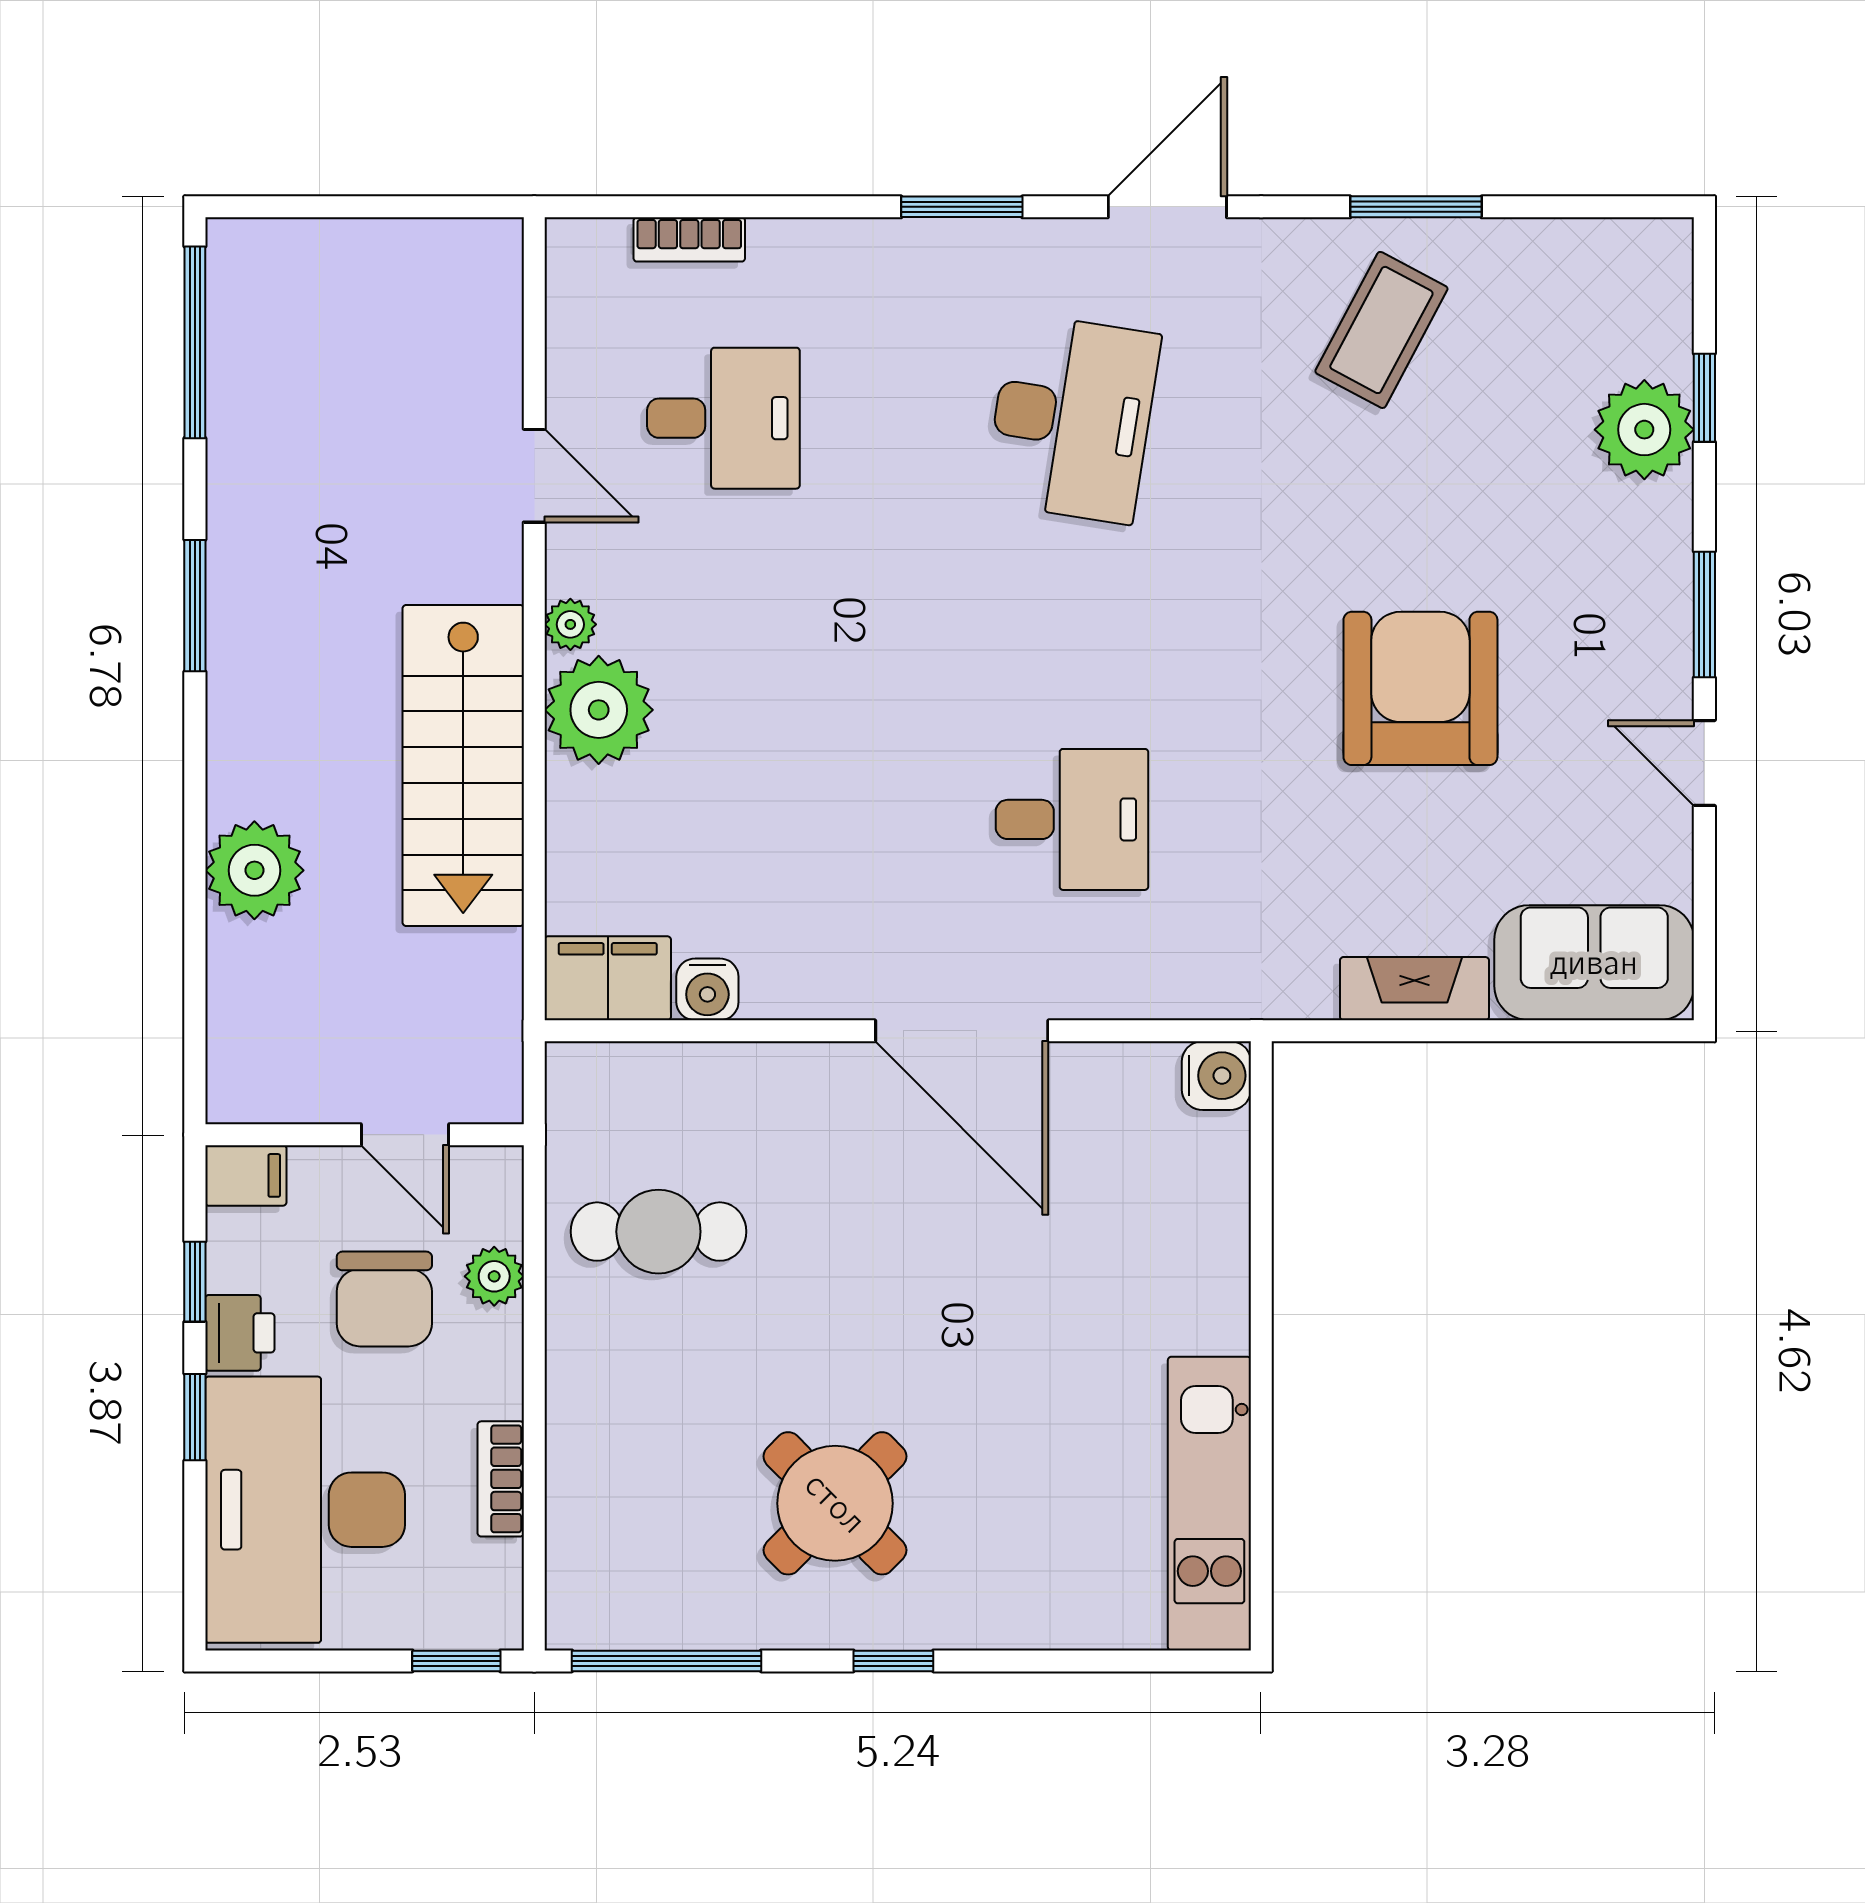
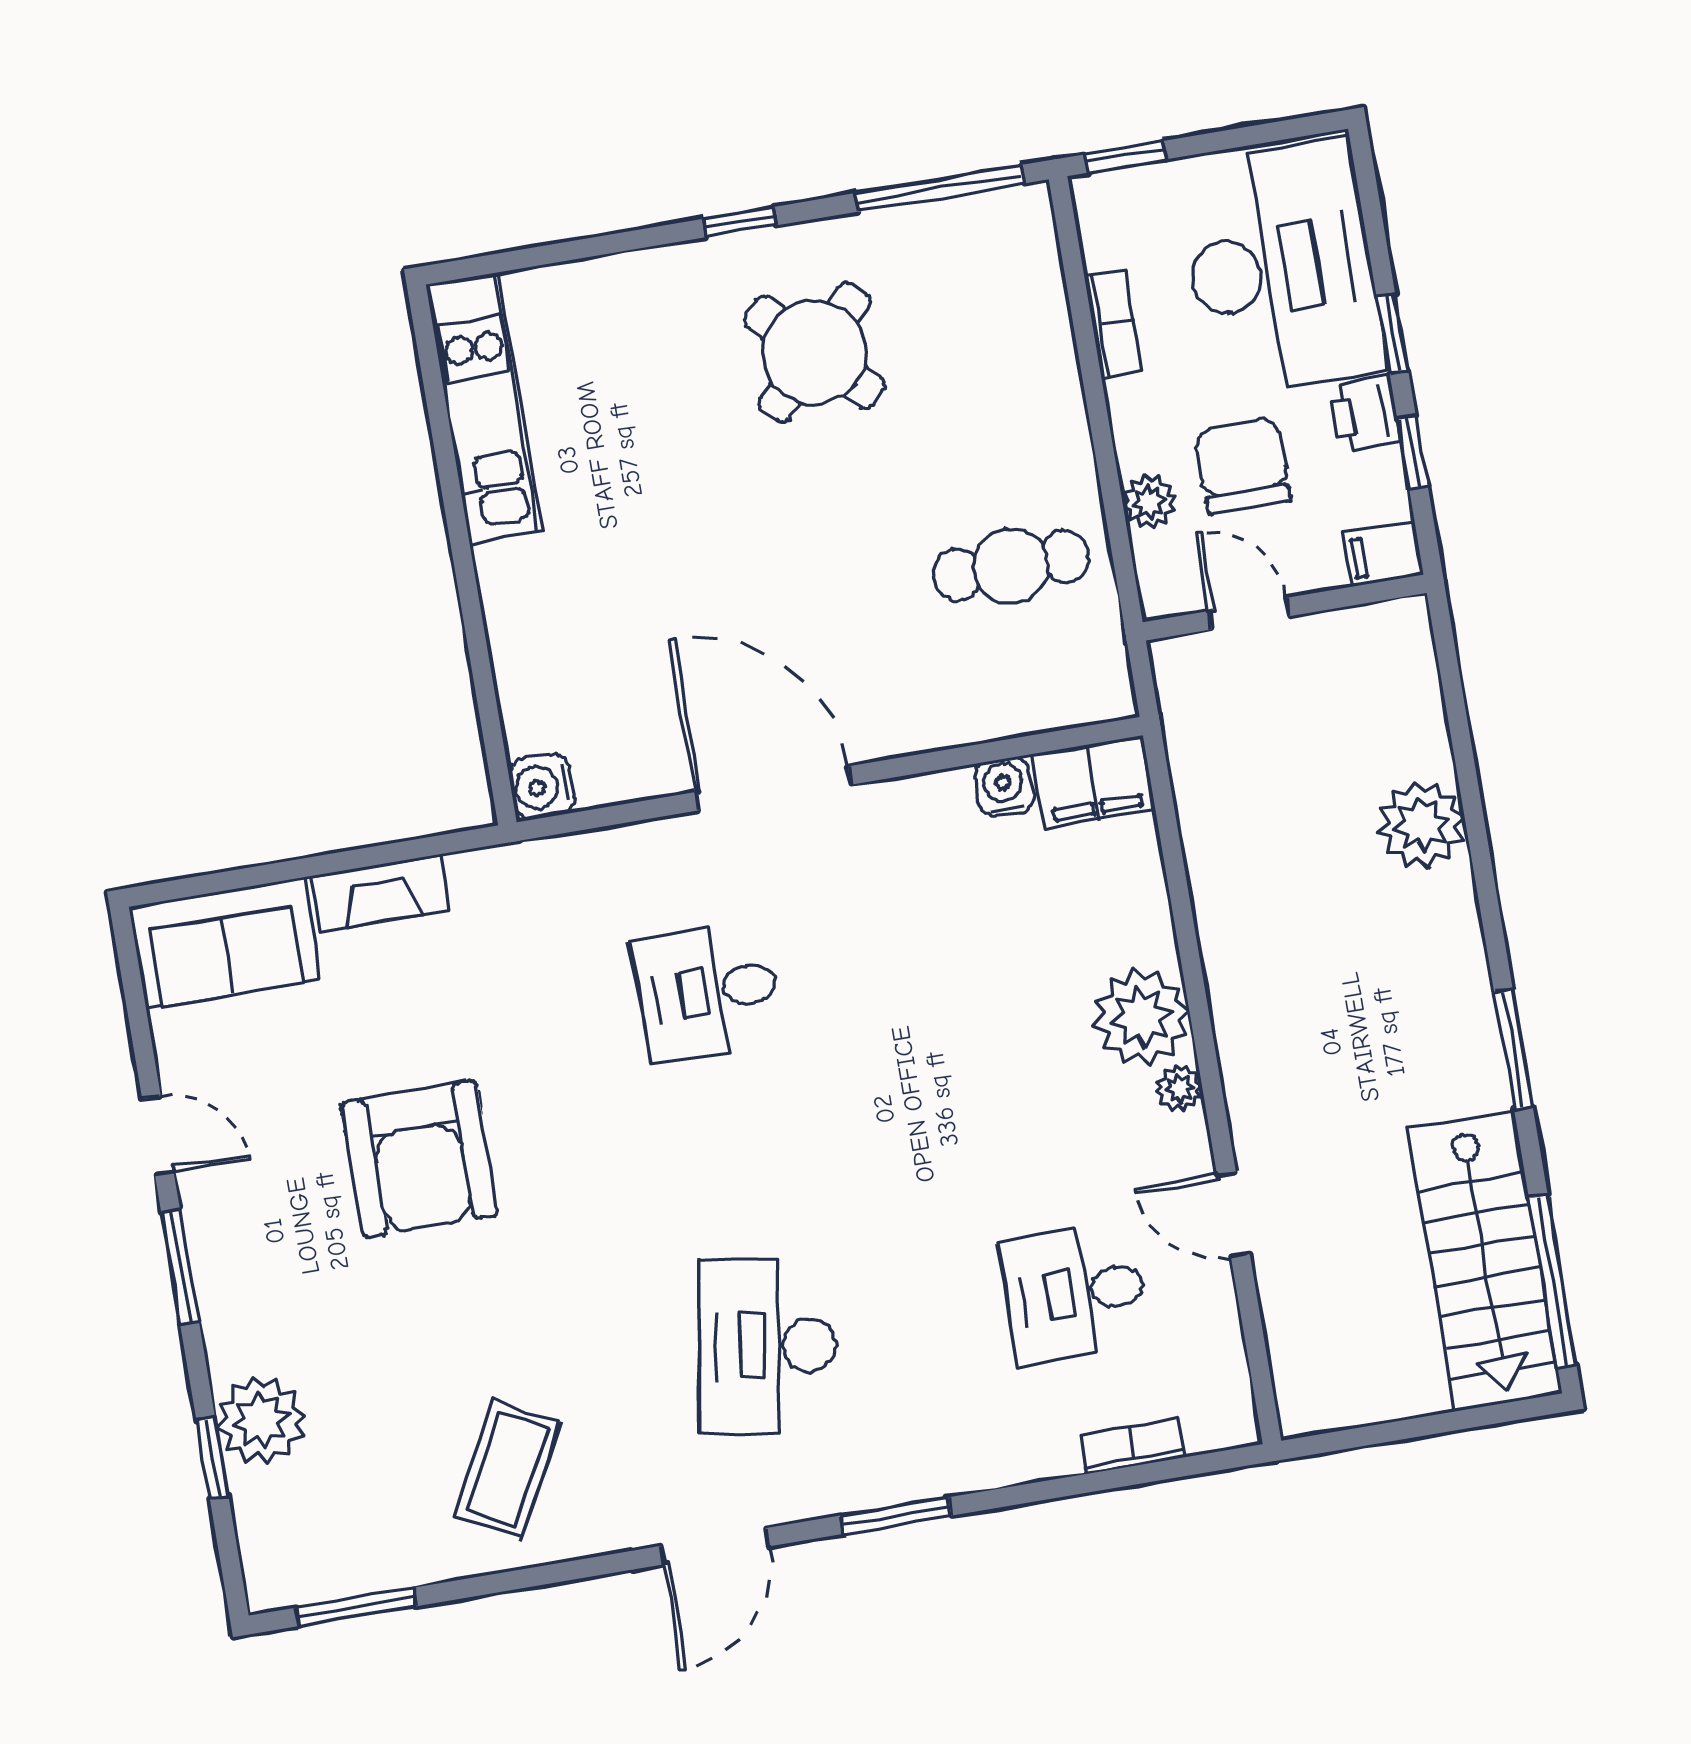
window: (1416, 207) -> (356, 1607), moved
stairs: (463, 766) -> (1485, 1261), moved, turned 180

